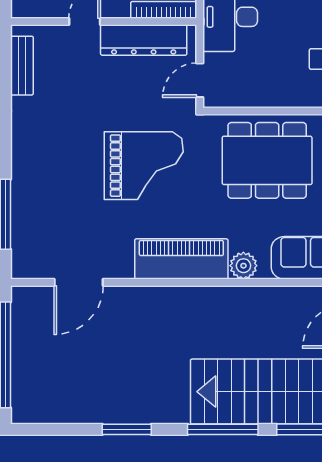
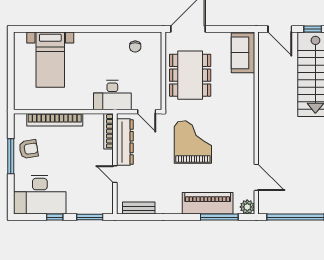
piano: (181, 259) -> (208, 203), moved, turned 90
plant: (243, 266) -> (247, 207), moved

